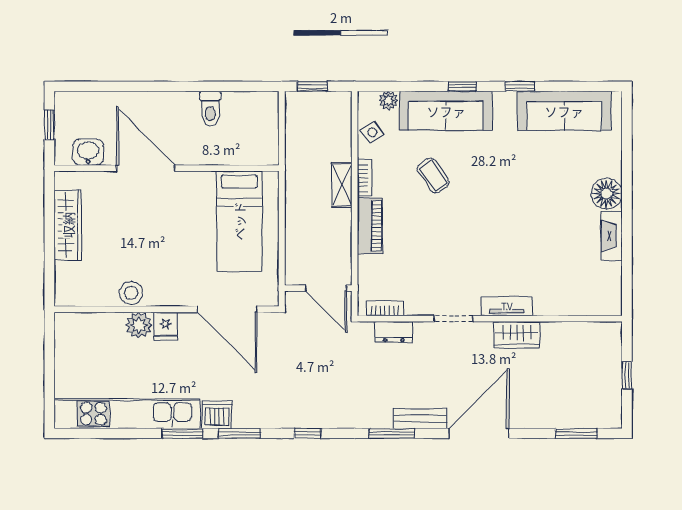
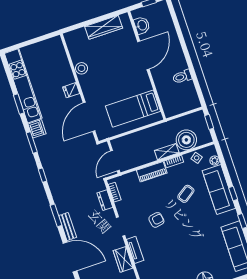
boiler: (332, 141) -> (186, 140), added
armchair: (464, 247) -> (156, 220), added
plant: (139, 325) -> (67, 77), removed
window: (183, 433) -> (19, 104), moved

